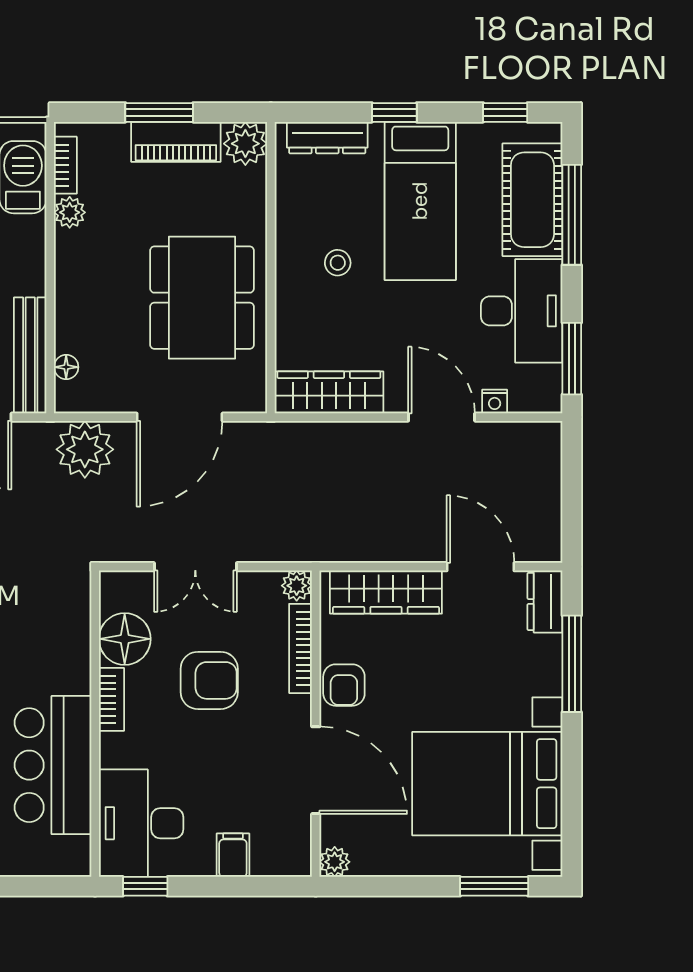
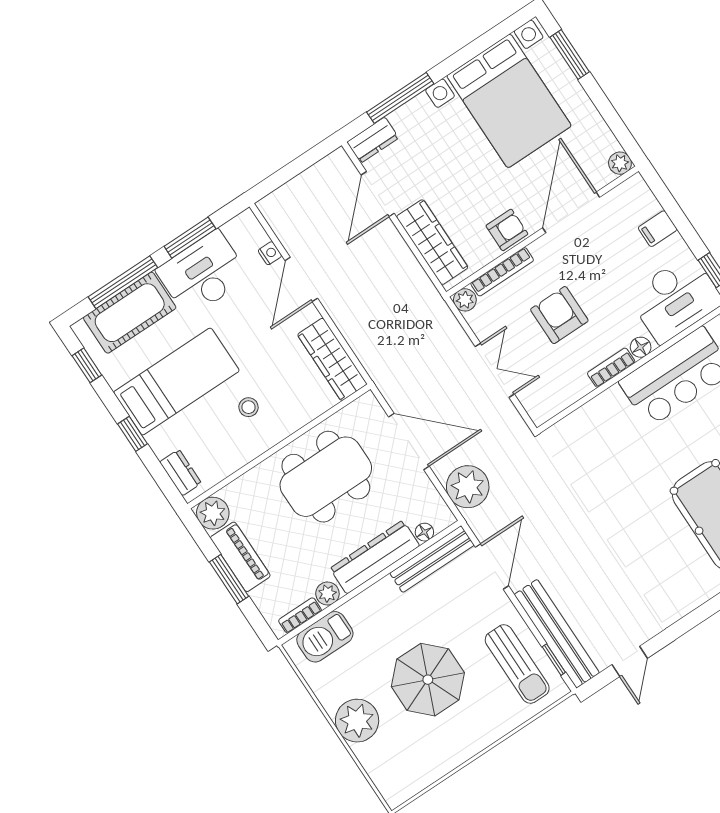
dresser: (327, 138) -> (181, 473), width x0.70
dresser: (75, 293) -> (375, 557), added
window: (572, 359) -> (190, 238), moved
floor lamp: (125, 639) -> (641, 347), moved, width x0.53, depth x0.53

